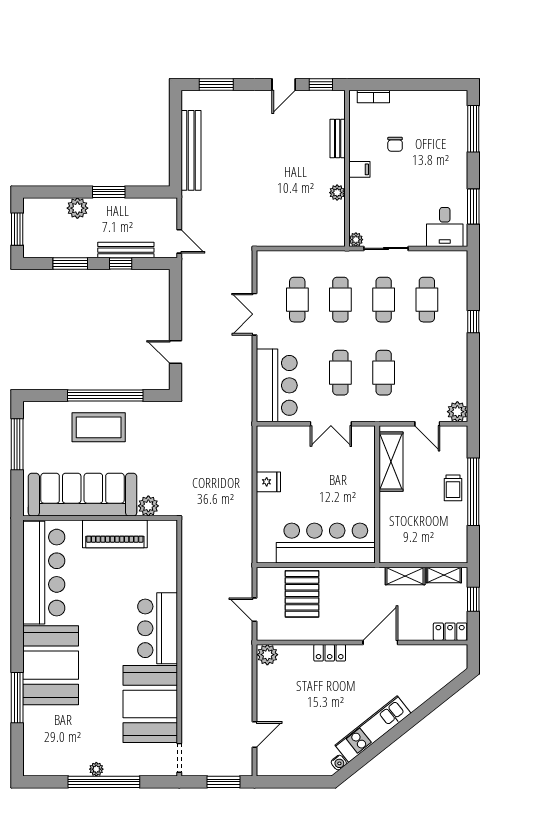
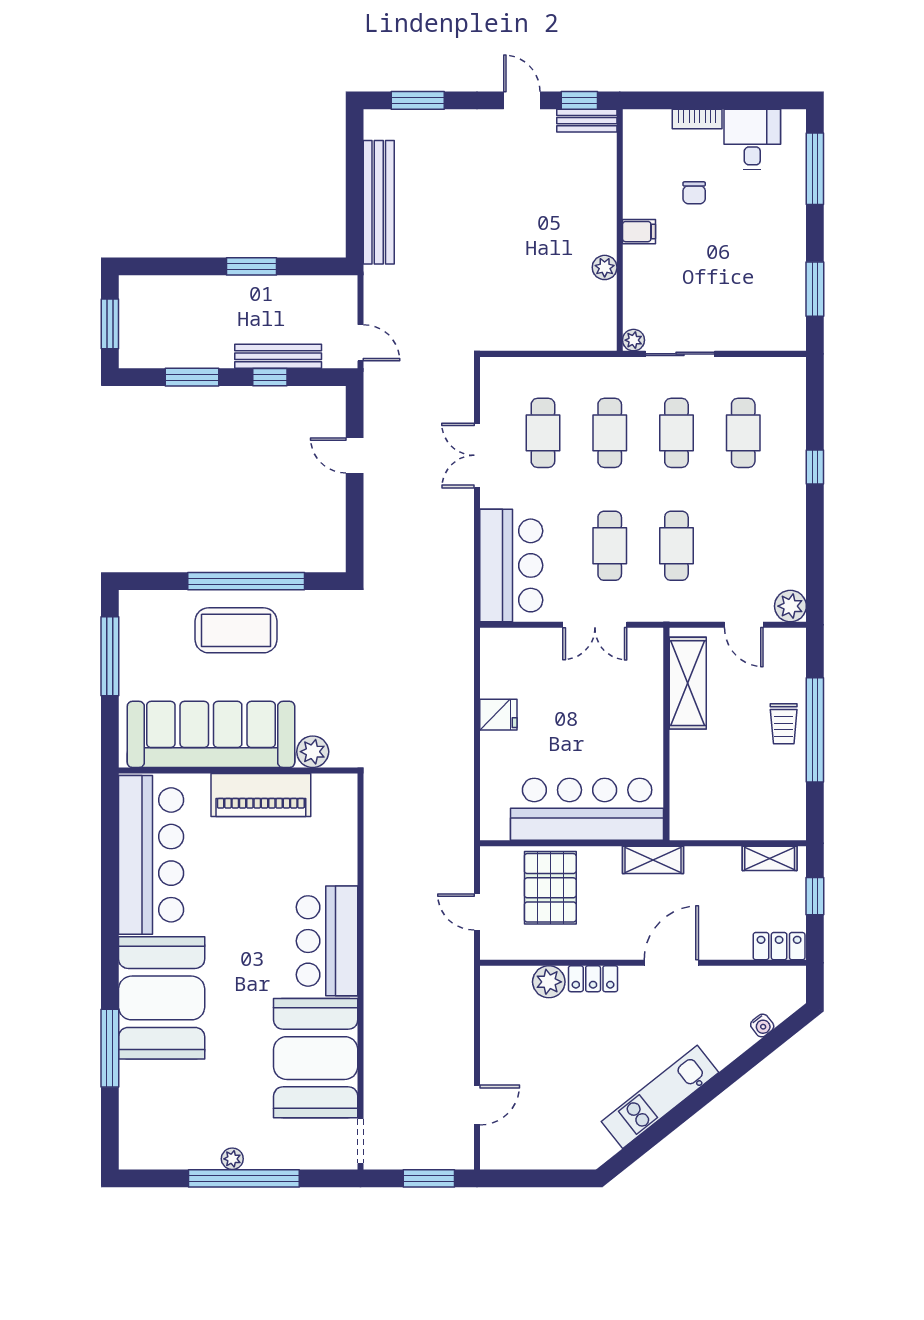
door: (284, 84) -> (522, 100), swing flipped
bookcase: (373, 97) -> (697, 119), moved
bench: (338, 139) -> (587, 121), moved, turned 90
plant: (77, 208) -> (203, 291), removed
desk: (445, 227) -> (752, 139), moved, turned 180
door: (175, 352) -> (355, 455), moved
shelving: (405, 576) -> (653, 860), moved
plant: (267, 655) -> (549, 982), moved
water cooler: (339, 763) -> (762, 1025), moved

